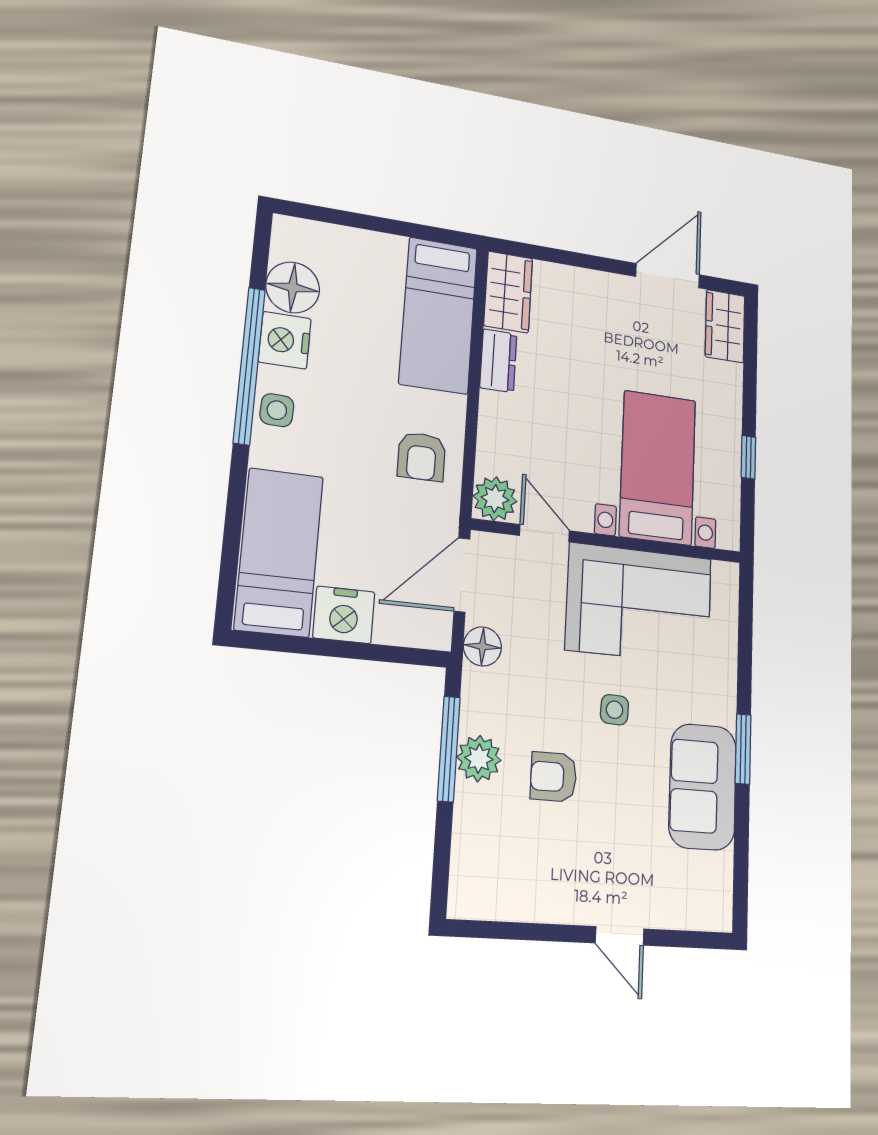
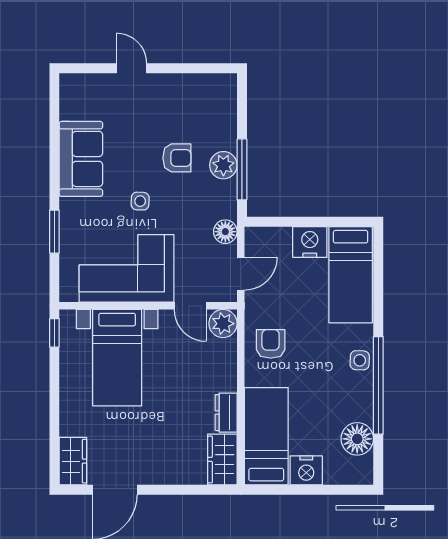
nightstand: (285, 340) -> (306, 470), moved, turned 90
window: (748, 457) -> (54, 333), moved
door: (462, 575) -> (241, 274), width x0.73
window: (743, 749) -> (54, 232), moved

